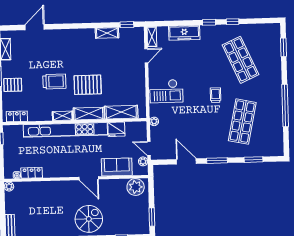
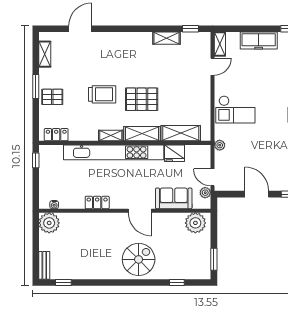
locker: (32, 173) -> (97, 202), moved
plant: (9, 187) -> (49, 223), width x1.87, depth x1.87

